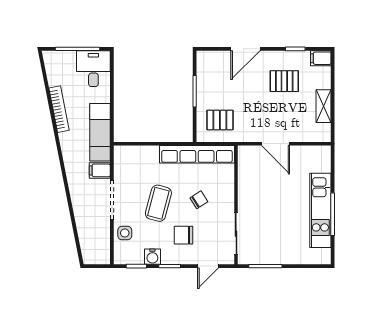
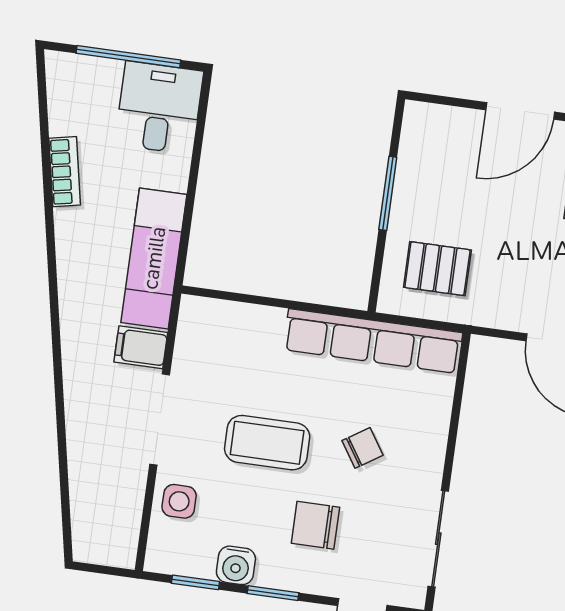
bookcase: (59, 109) -> (65, 172), width x0.64
coffee table: (158, 203) -> (267, 443), turned 75

